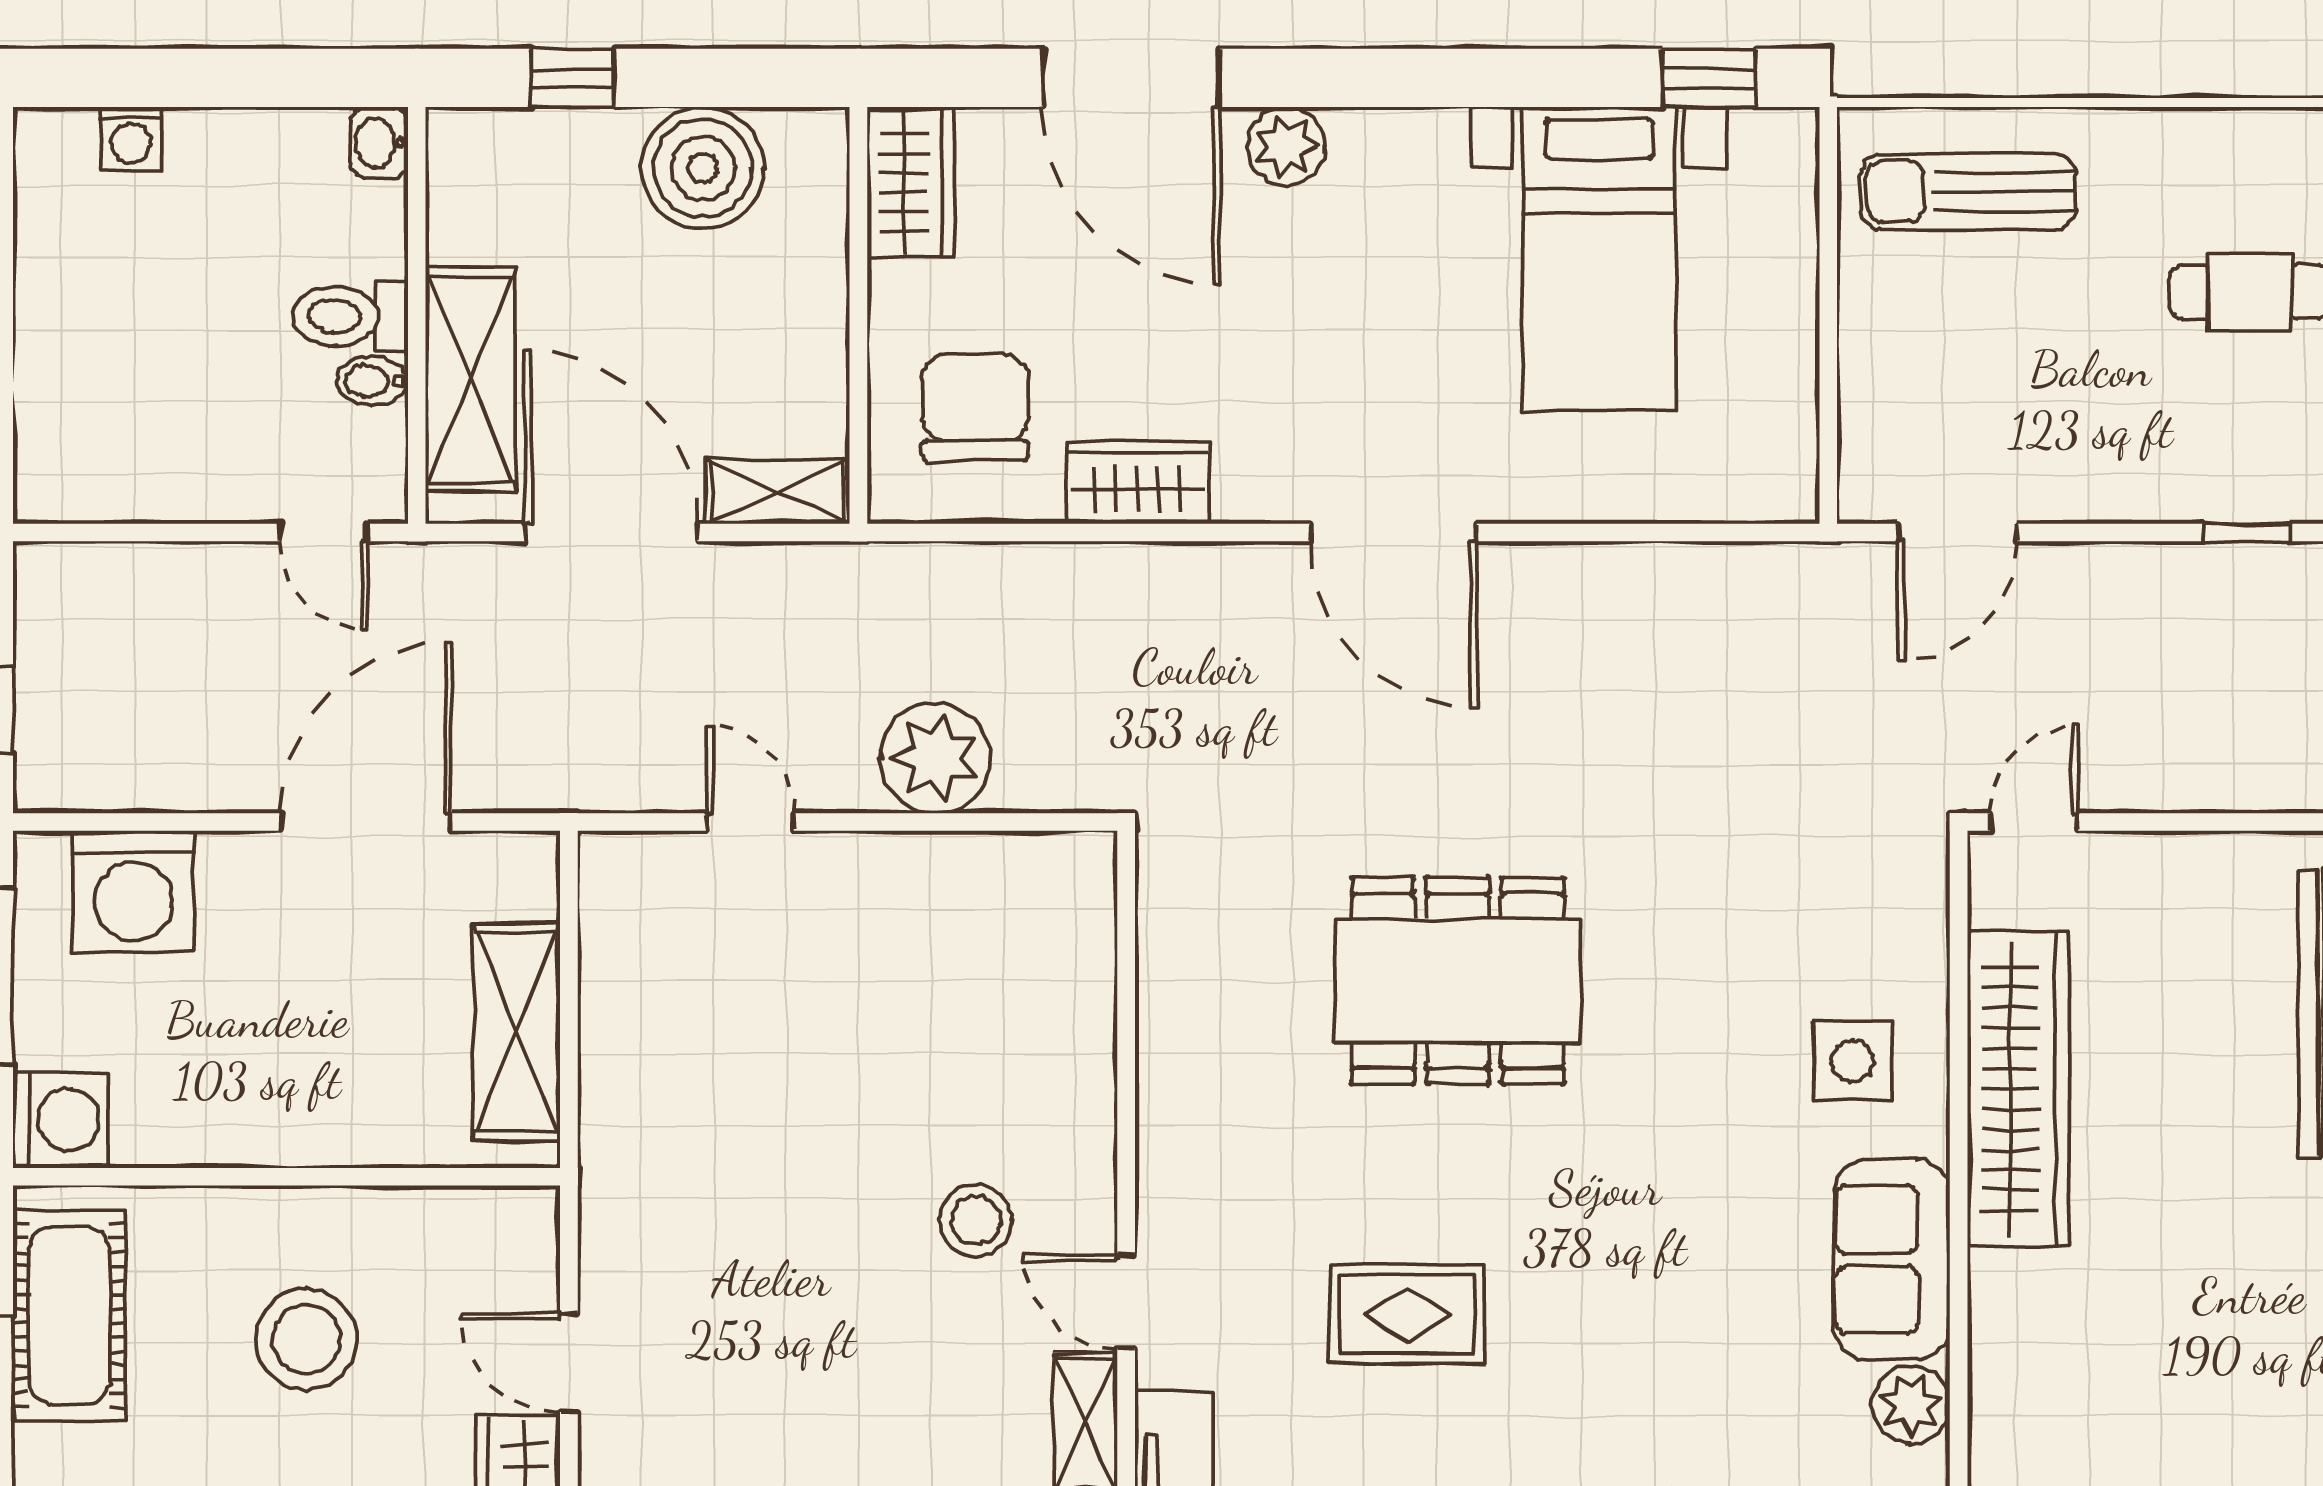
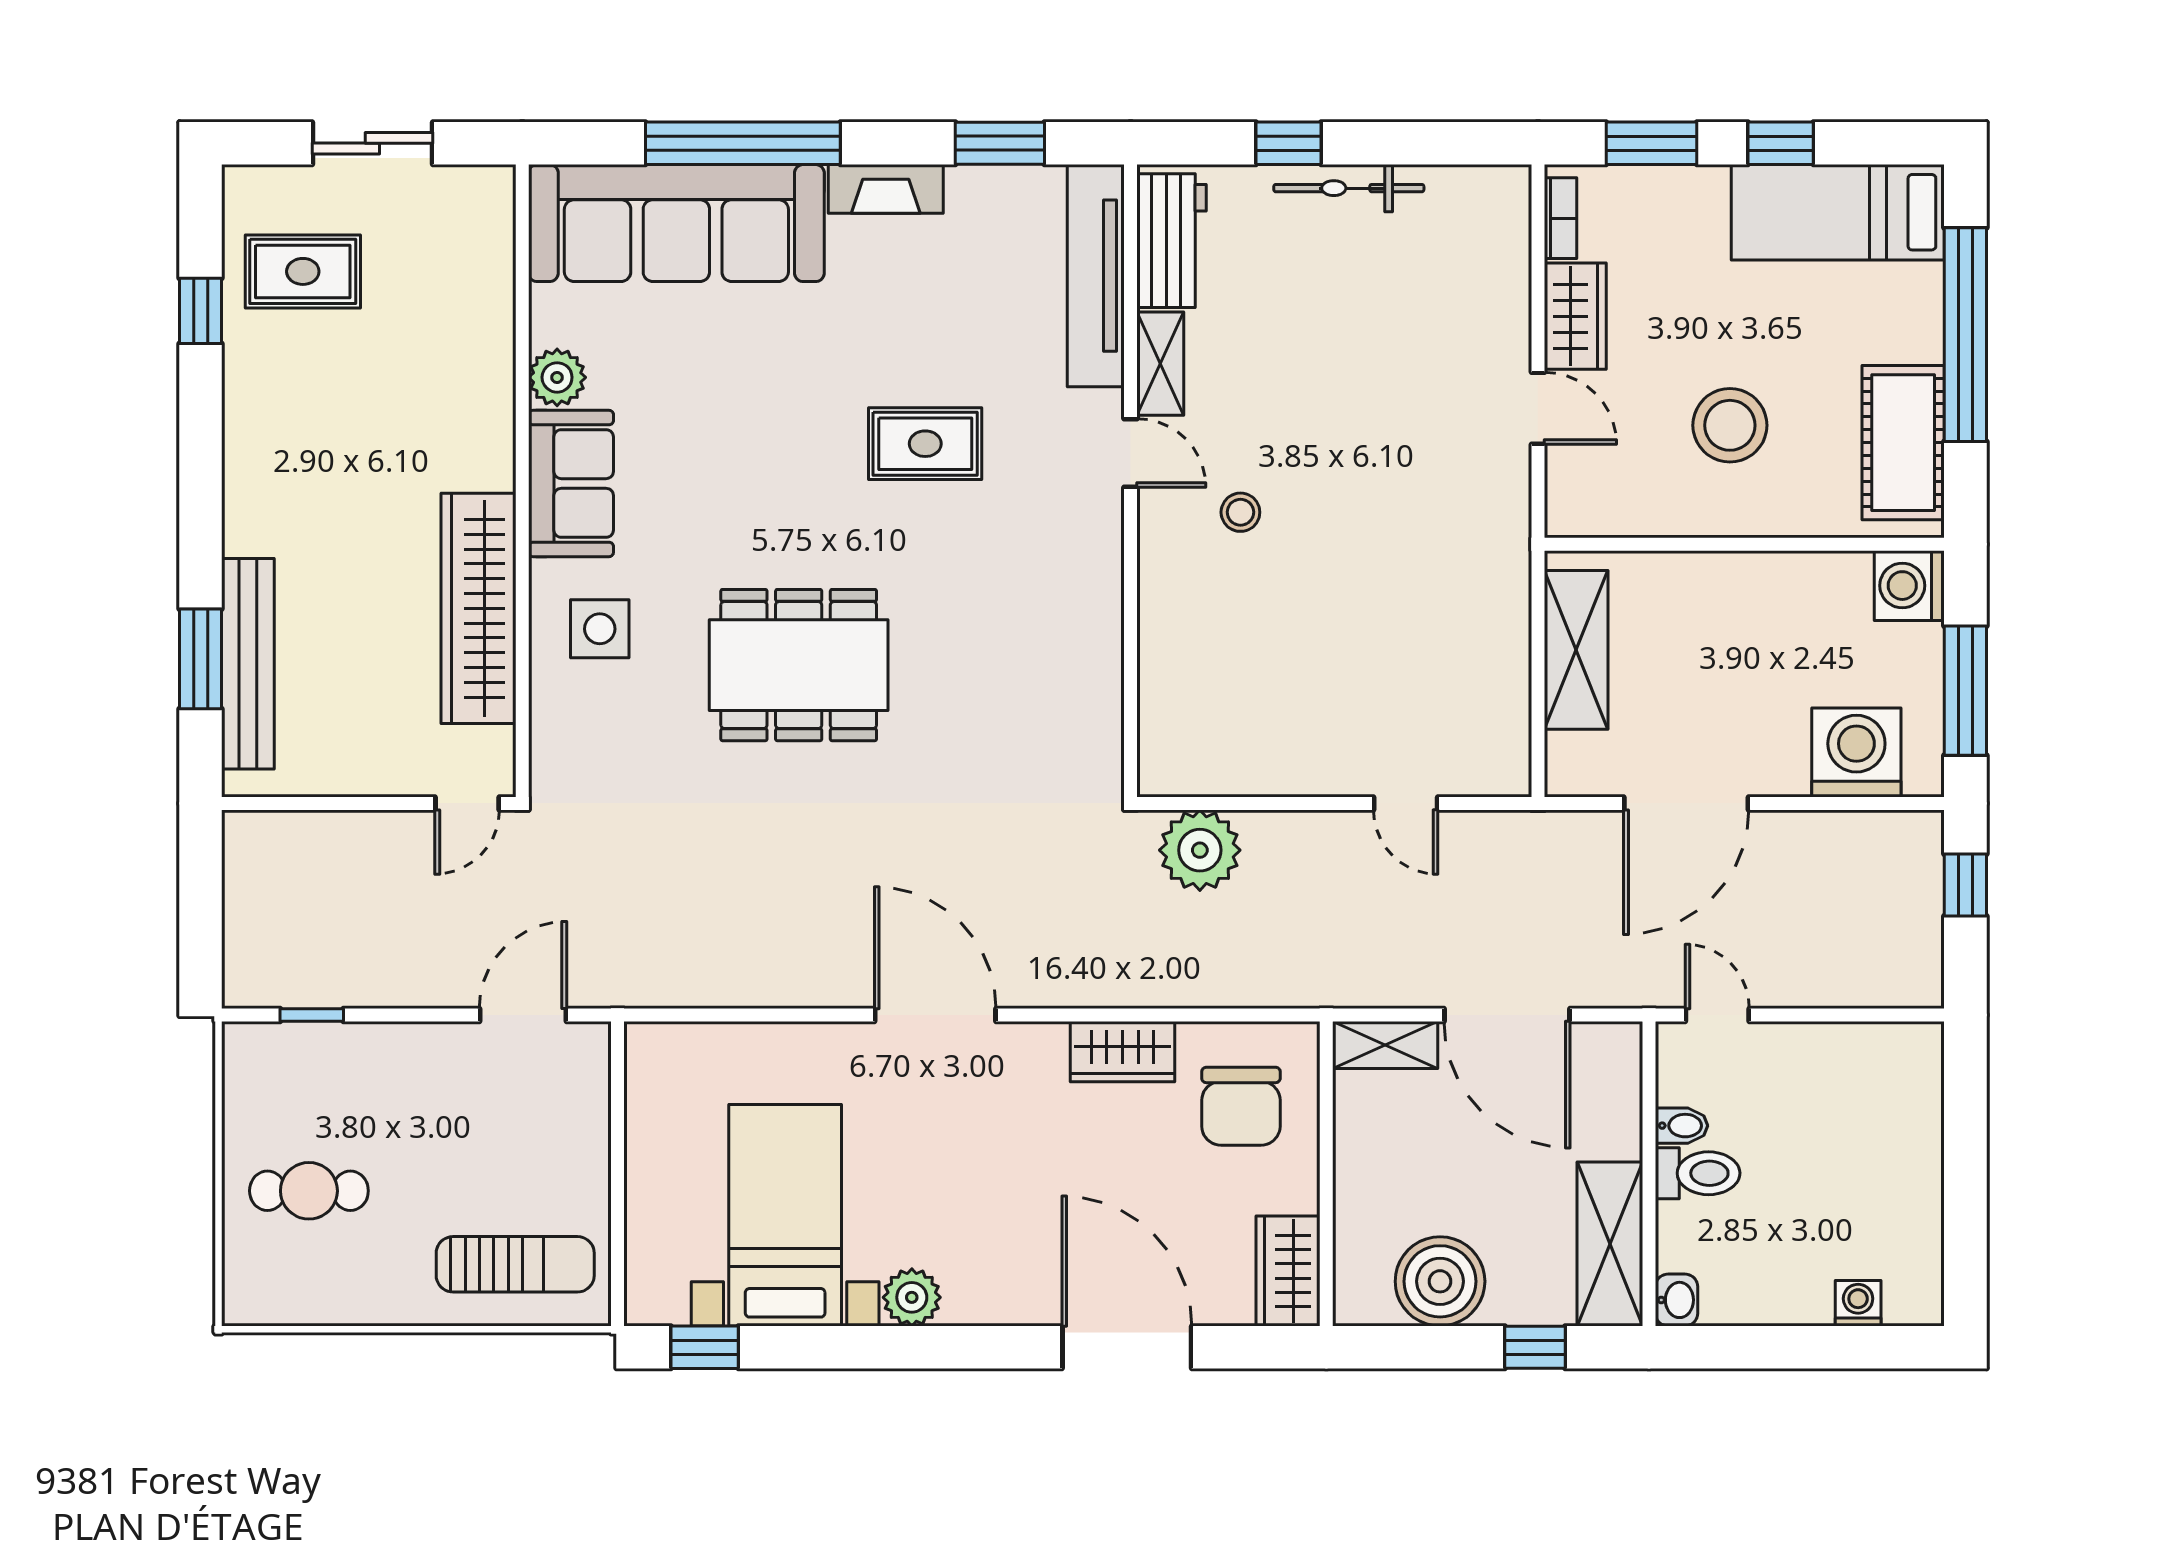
plant: (1286, 146) -> (912, 1297), moved
shelving: (470, 379) -> (1610, 1244), moved
plant: (935, 758) -> (1200, 850), moved
dining table: (1458, 981) -> (799, 665), moved
stool: (976, 1220) -> (1240, 512), width x0.73, depth x0.73

